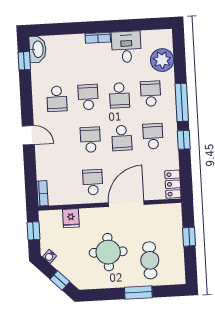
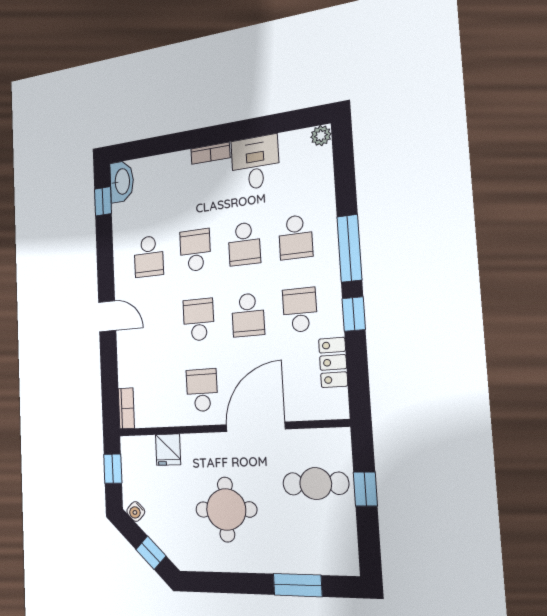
plant: (162, 60) -> (321, 136), moved, width x0.53, depth x0.53
school desk: (151, 94) -> (296, 237), turned 180
locker: (173, 184) -> (333, 362), moved
cafe table: (150, 260) -> (316, 484), moved, turned 90
window: (138, 292) -> (298, 585), moved

